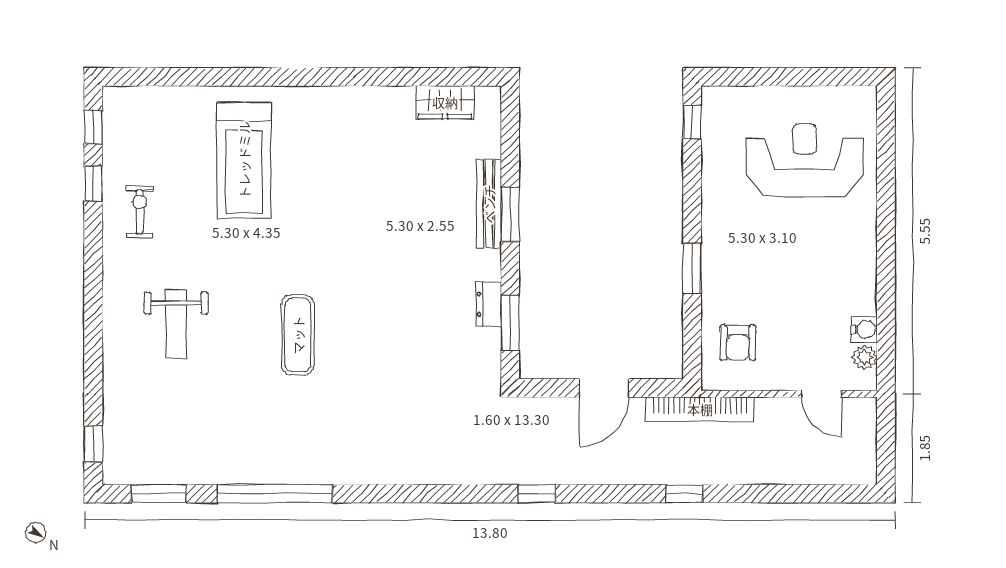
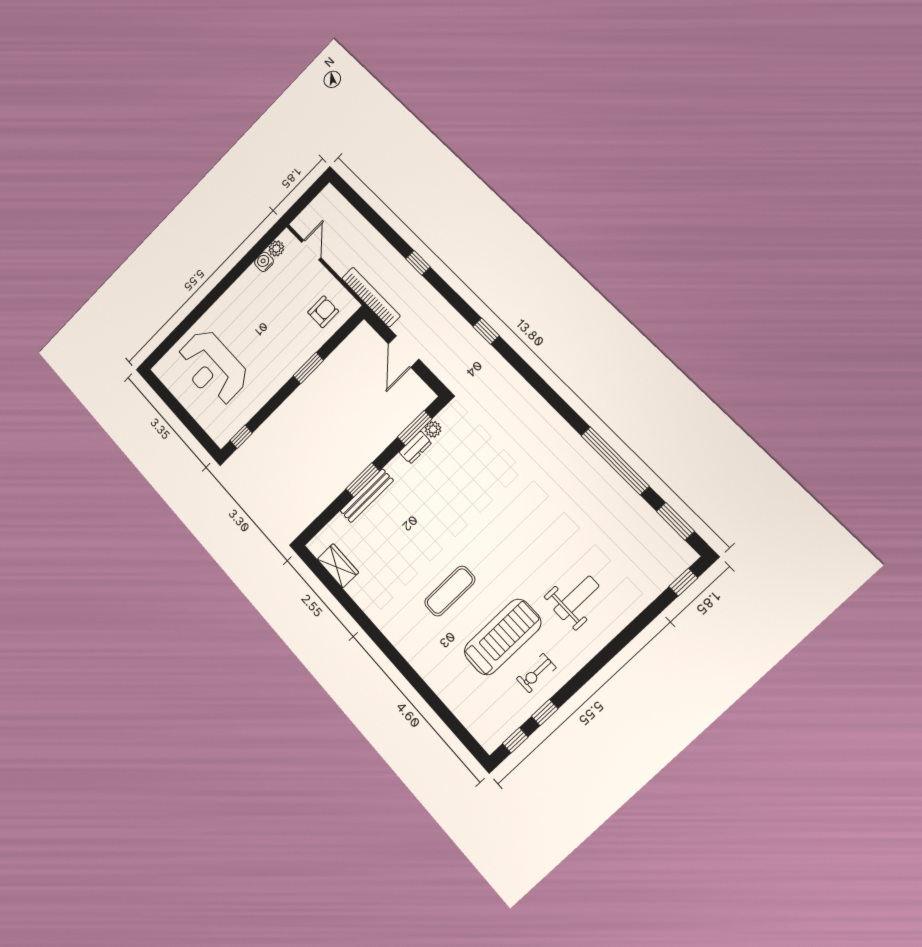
treadmill: (244, 160) -> (503, 637), moved
exercise mat: (298, 335) -> (450, 591), moved
plant: (489, 341) -> (433, 429), added
door: (604, 388) -> (404, 352), swing flipped

